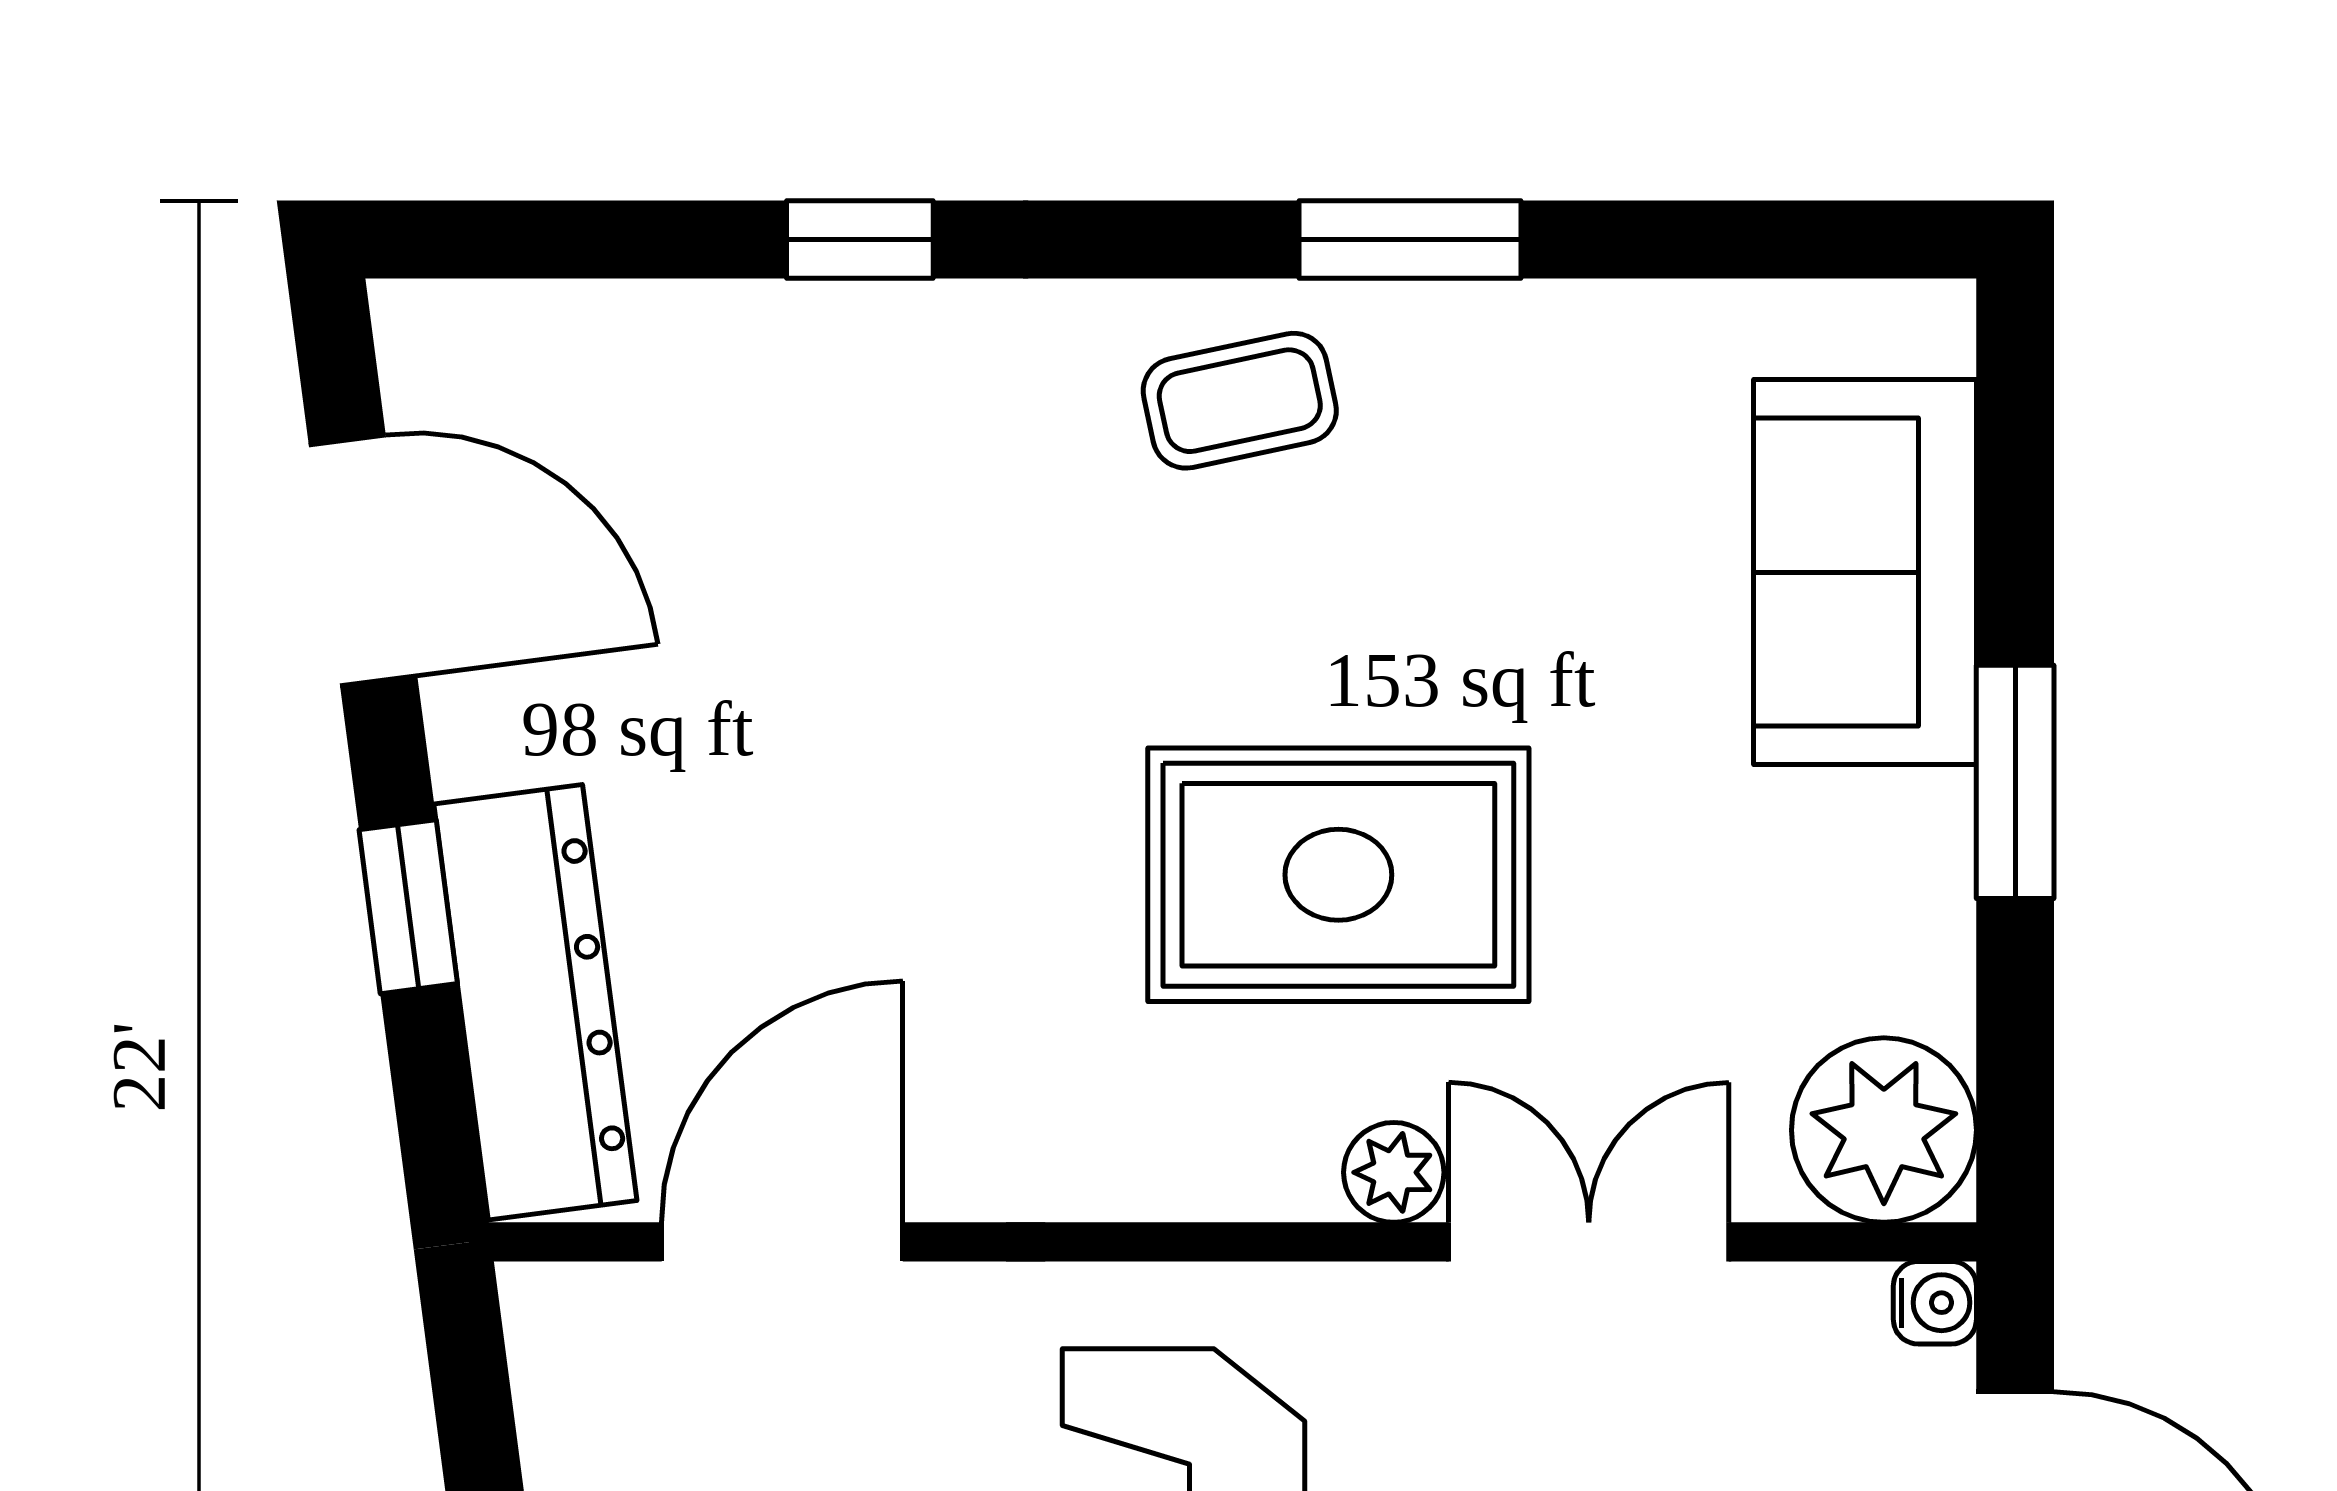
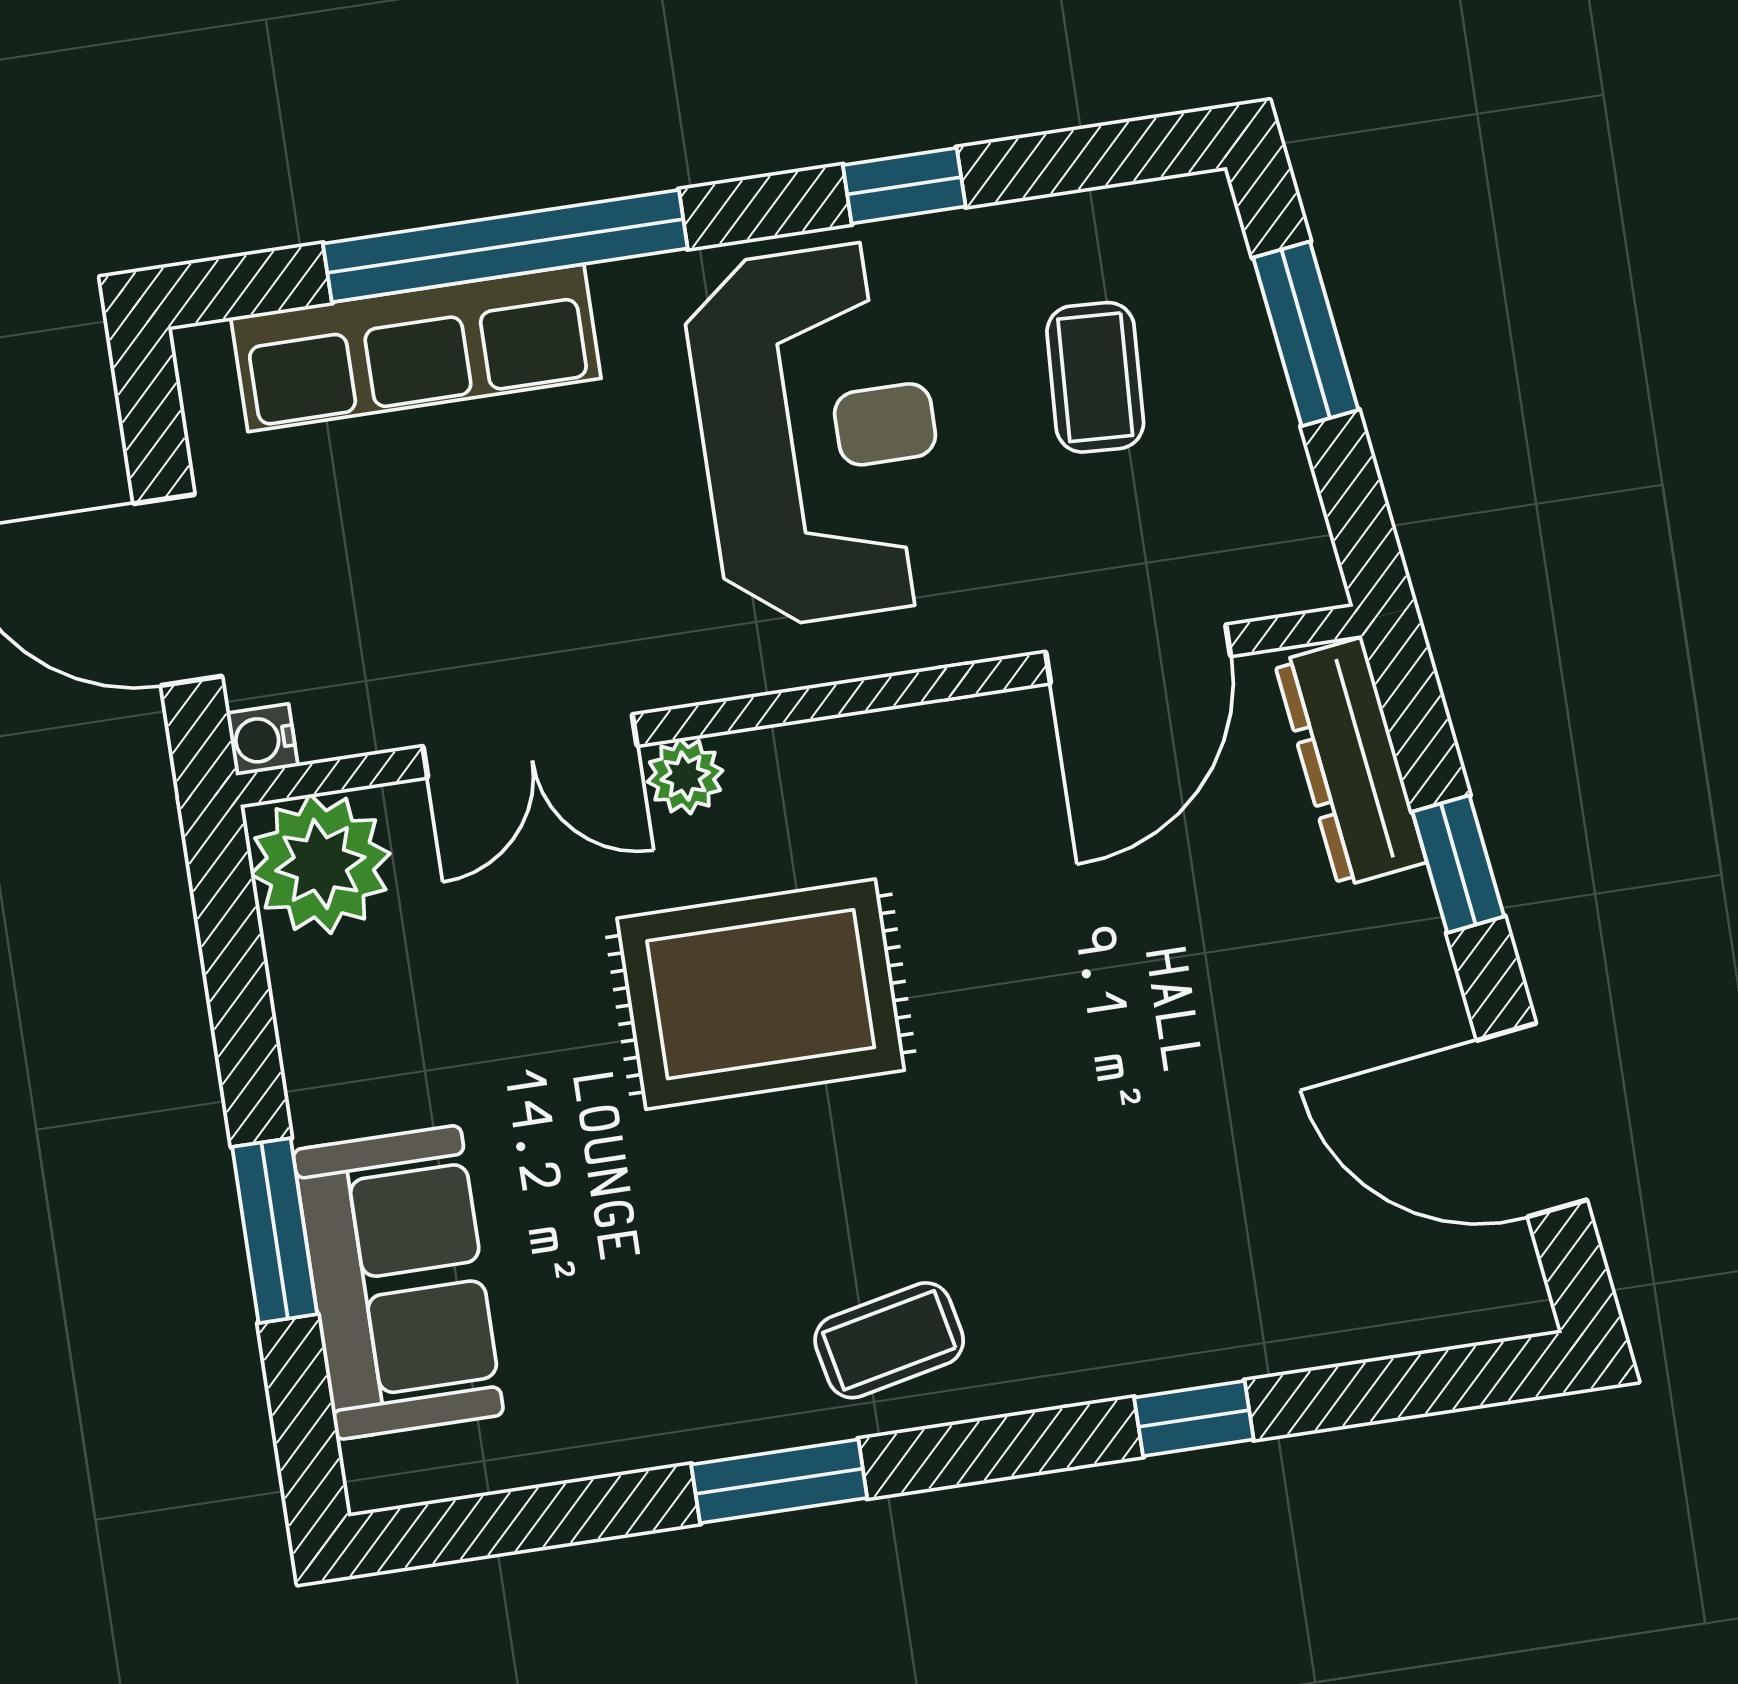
window: (2015, 782) -> (275, 1231), moved
dresser: (535, 1002) -> (1350, 762), width x0.73, depth x0.80

